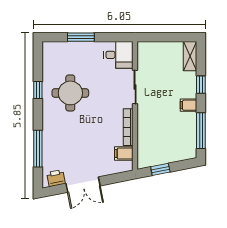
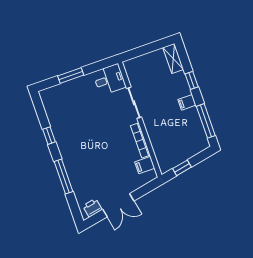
round table: (70, 93) -> (79, 128), removed
window: (38, 149) -> (63, 176), moved

